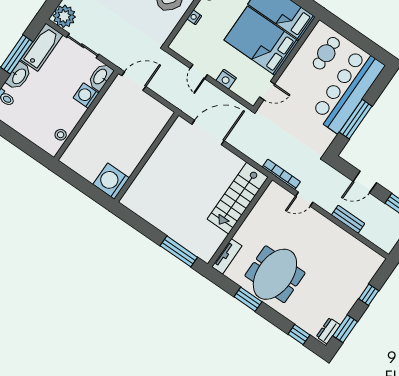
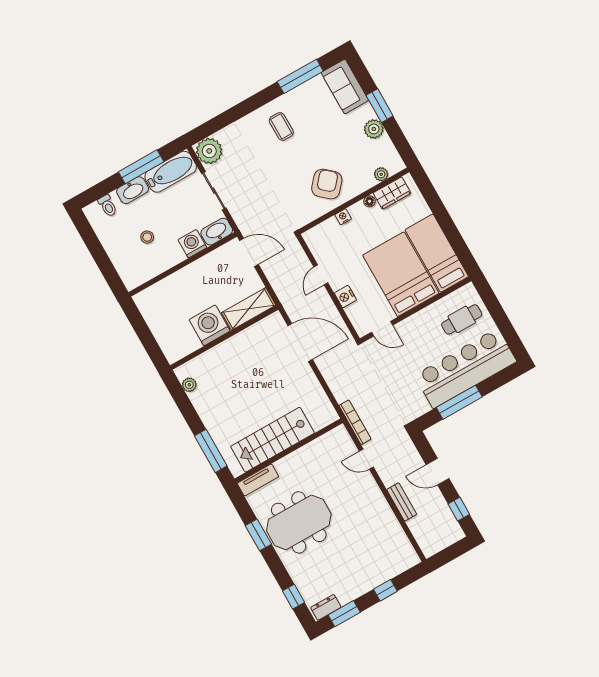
shelving: (155, 125) -> (249, 309), added
stool: (61, 135) -> (147, 237), moved
washing machine: (111, 181) -> (210, 325), moved
stairs: (238, 198) -> (273, 440), moved
plant: (137, 208) -> (189, 385), added

